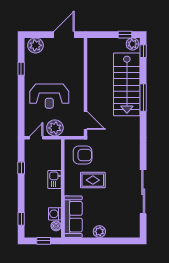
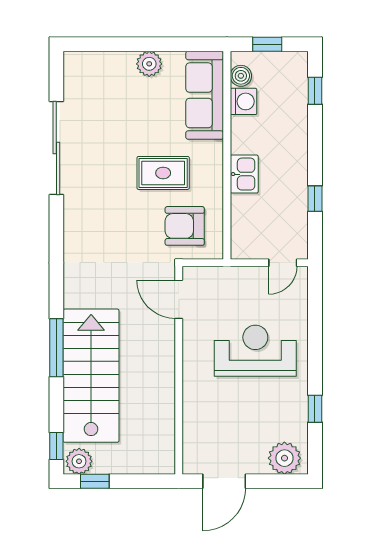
plant: (55, 128) -> (243, 283), removed

